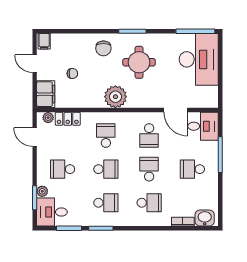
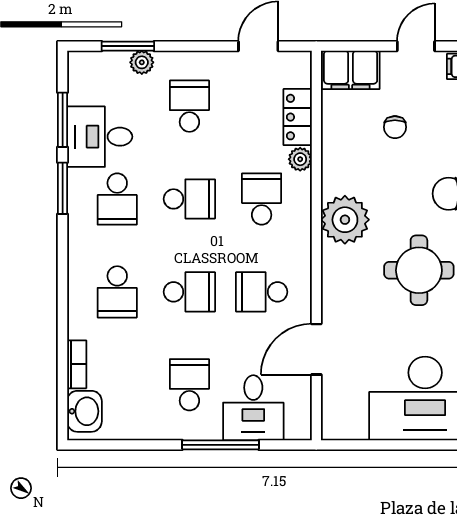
plant: (48, 118) -> (300, 159), moved
desk: (203, 126) -> (253, 408), moved
school desk: (106, 136) -> (262, 199), turned -90
school desk: (106, 169) -> (189, 199), turned -90
desk: (52, 212) -> (100, 137), moved, turned -90

